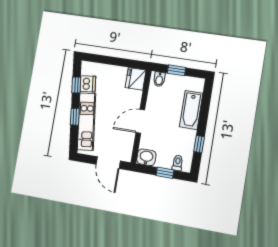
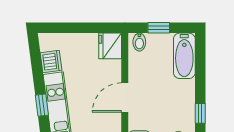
window: (76, 85) -> (37, 65), removed
bathtub: (191, 110) -> (184, 56), moved

